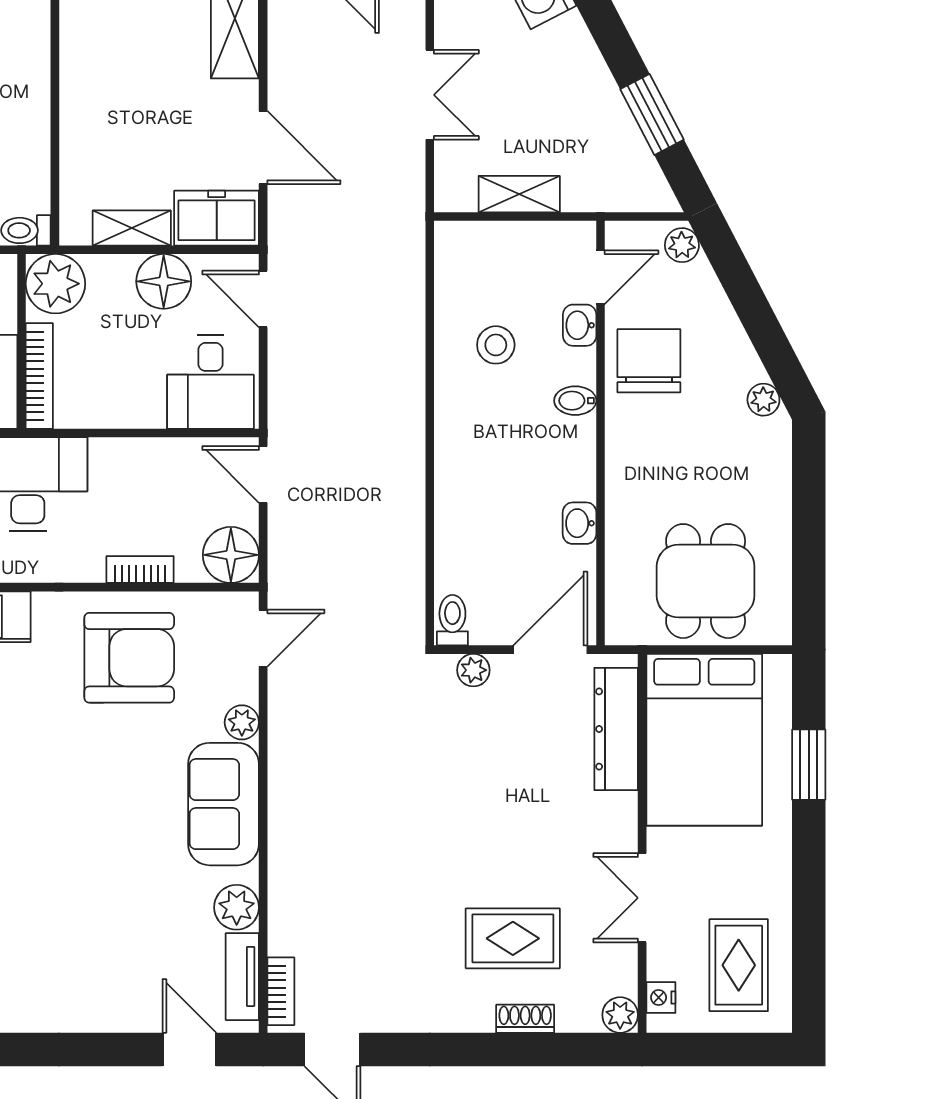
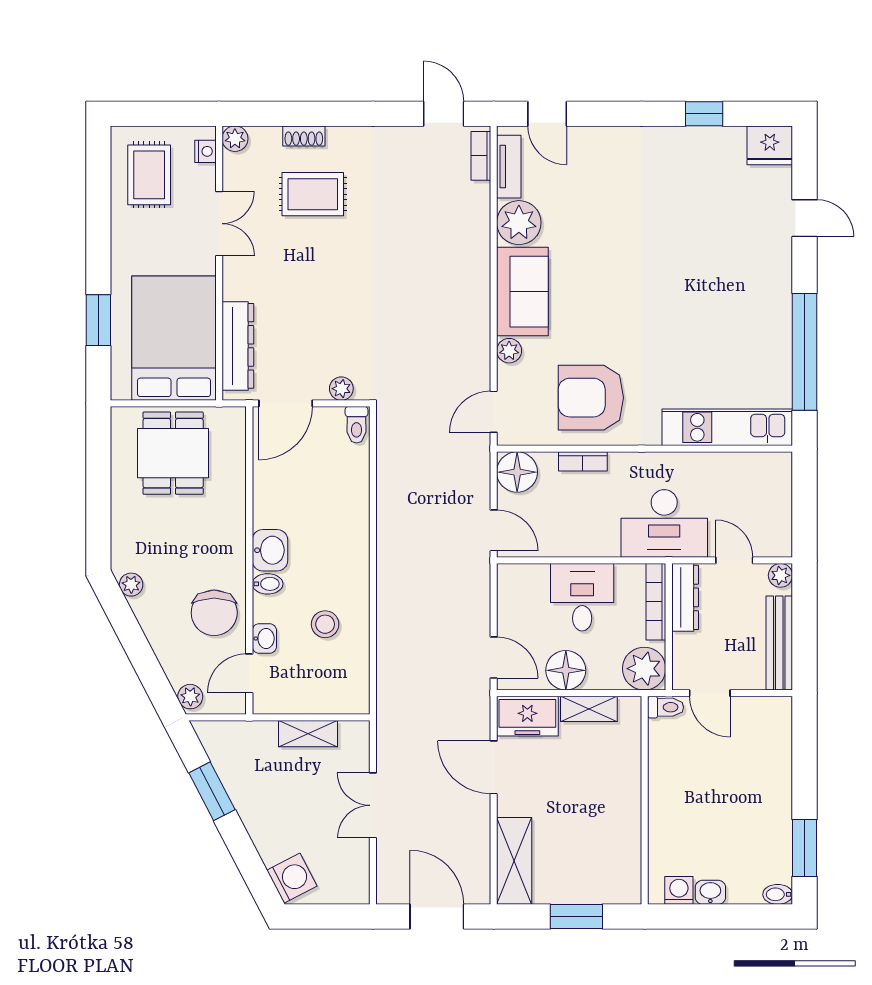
desk: (210, 382) -> (582, 597), moved
washbasin: (579, 523) -> (270, 550), moved, width x1.38, depth x1.45
plant: (237, 907) -> (519, 223), width x1.36, depth x1.36

